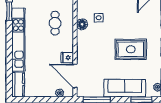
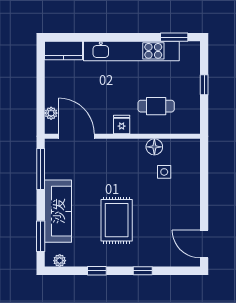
fridge: (67, 58) -> (122, 124), moved
door: (75, 76) -> (76, 136), hinge flipped

